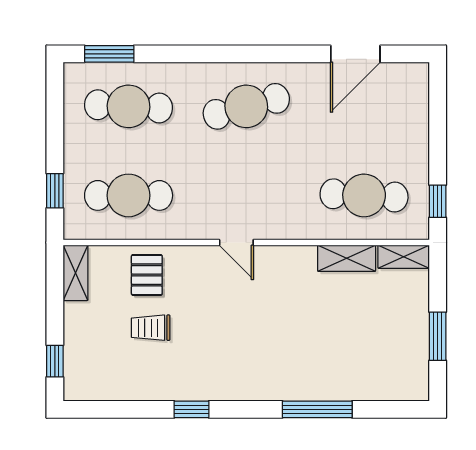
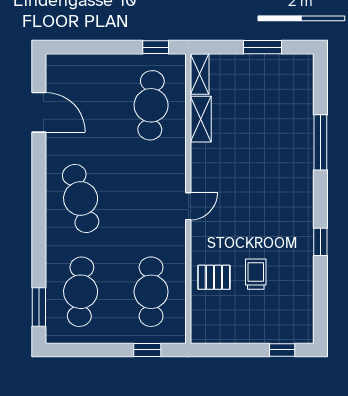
shelving: (76, 273) -> (212, 334), removed
trolley: (151, 328) -> (256, 274), turned 180

